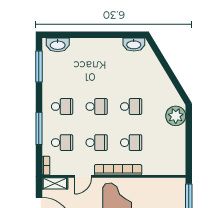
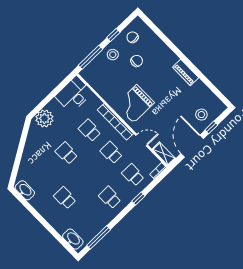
school desk: (97, 107) -> (65, 198), moved
window: (39, 128) -> (138, 199), width x0.46
desk: (172, 158) -> (74, 94), added

